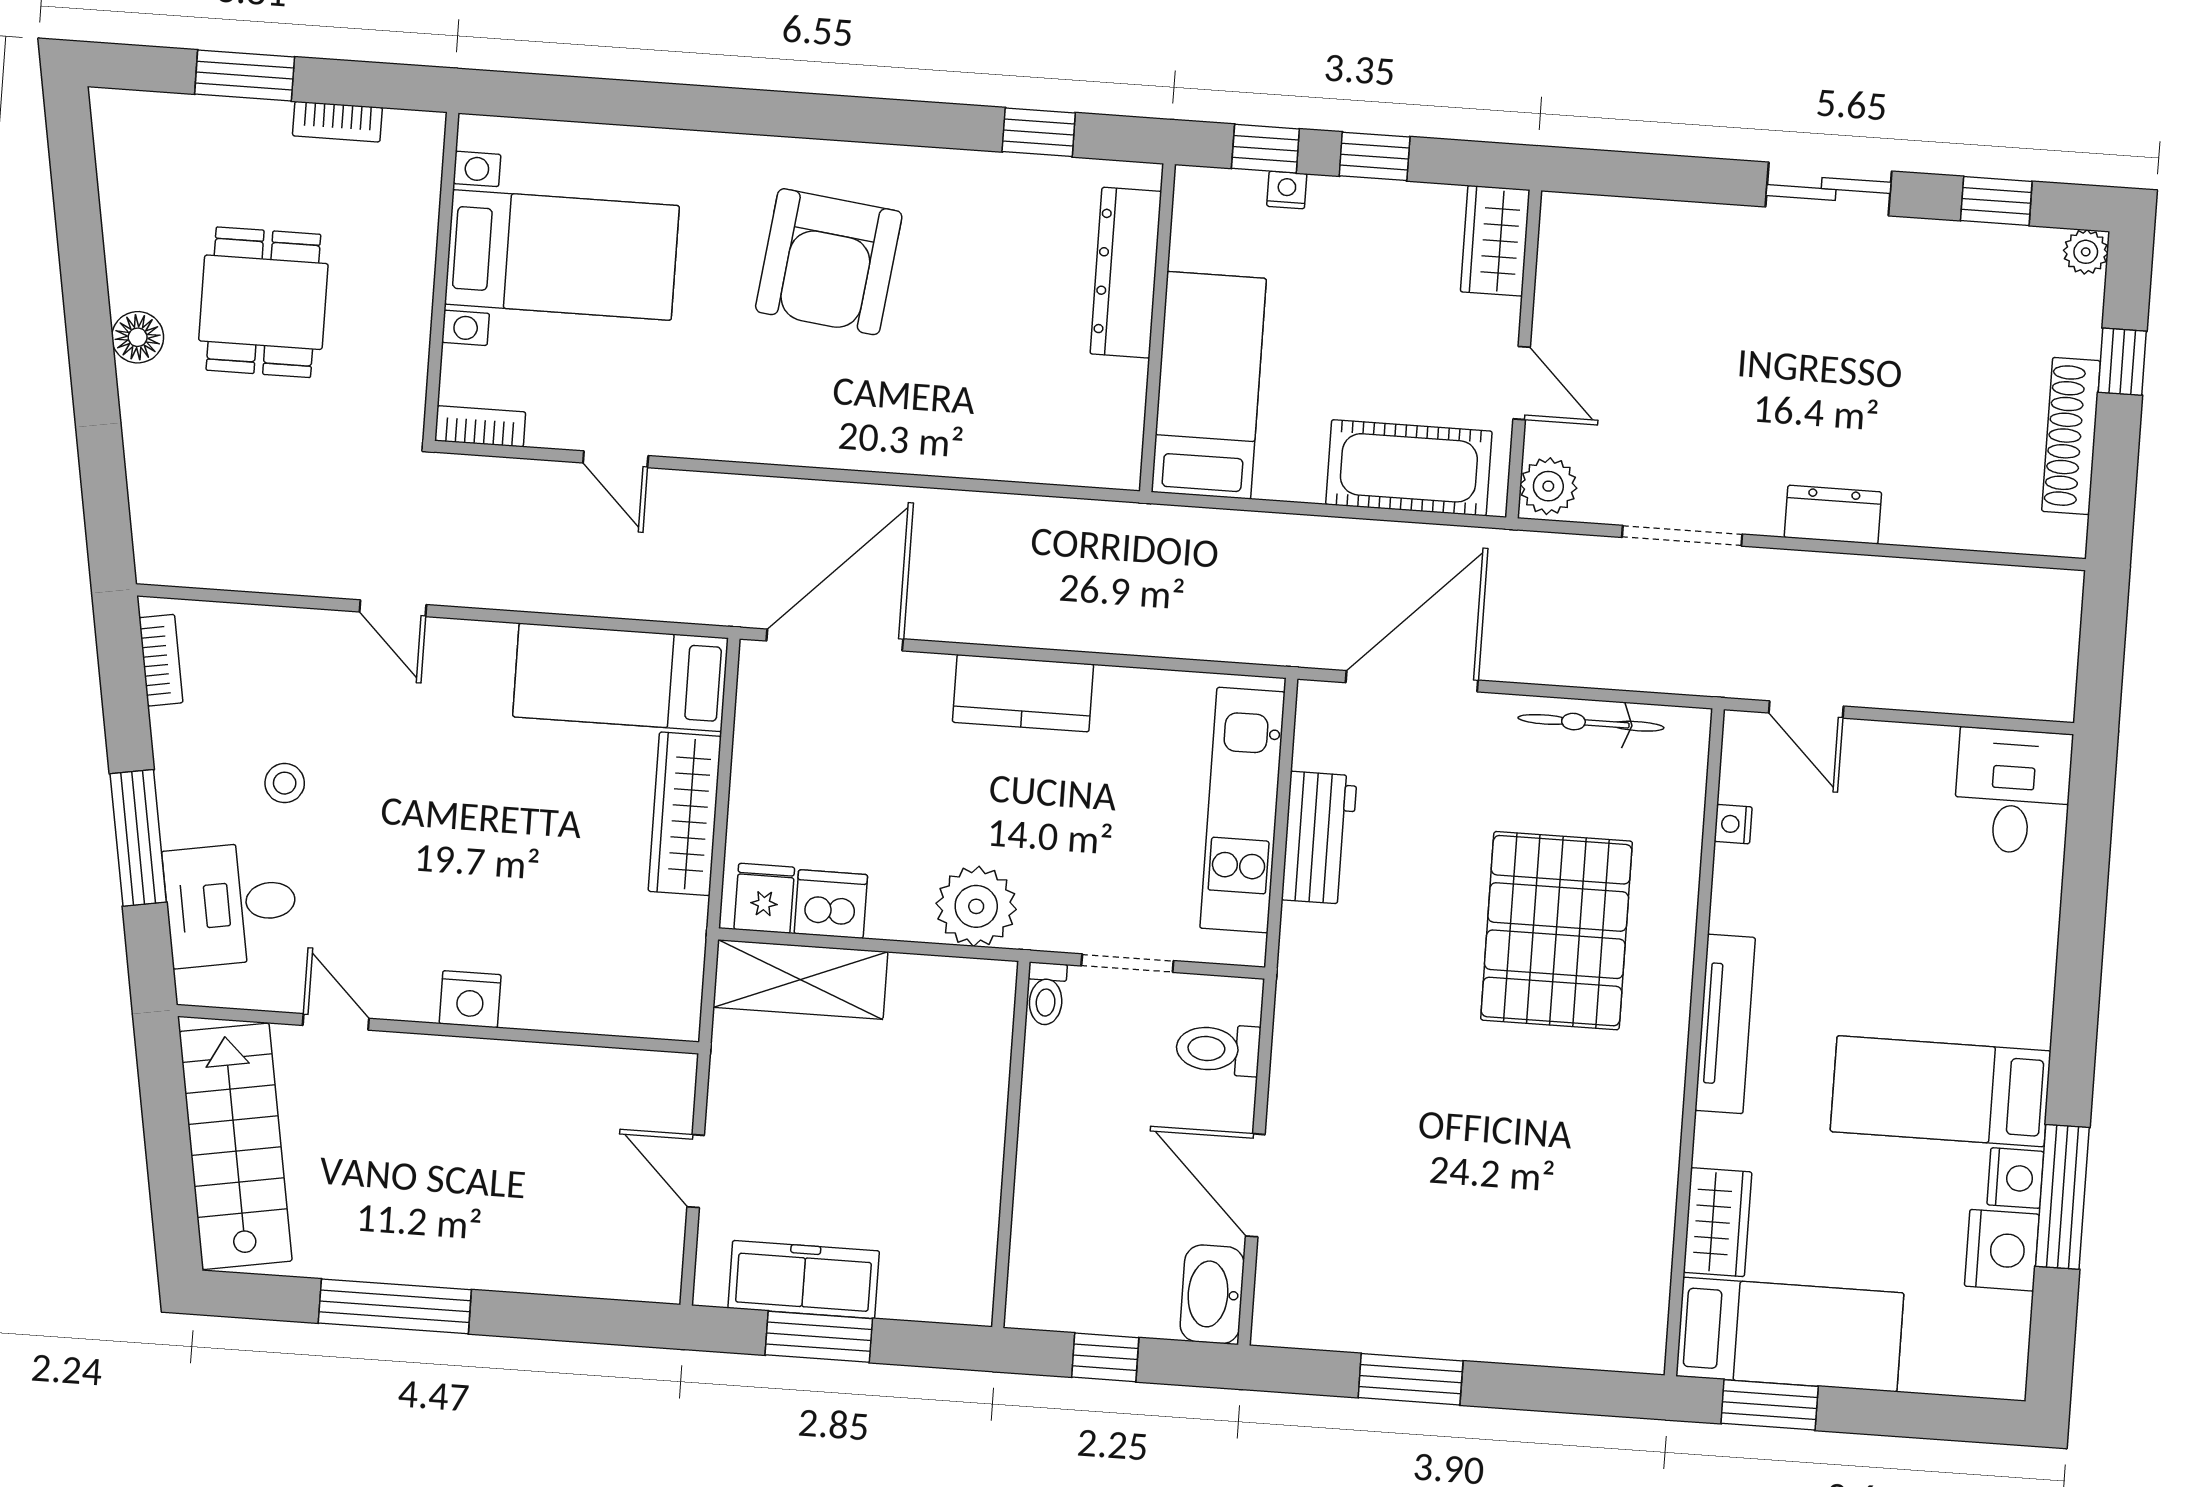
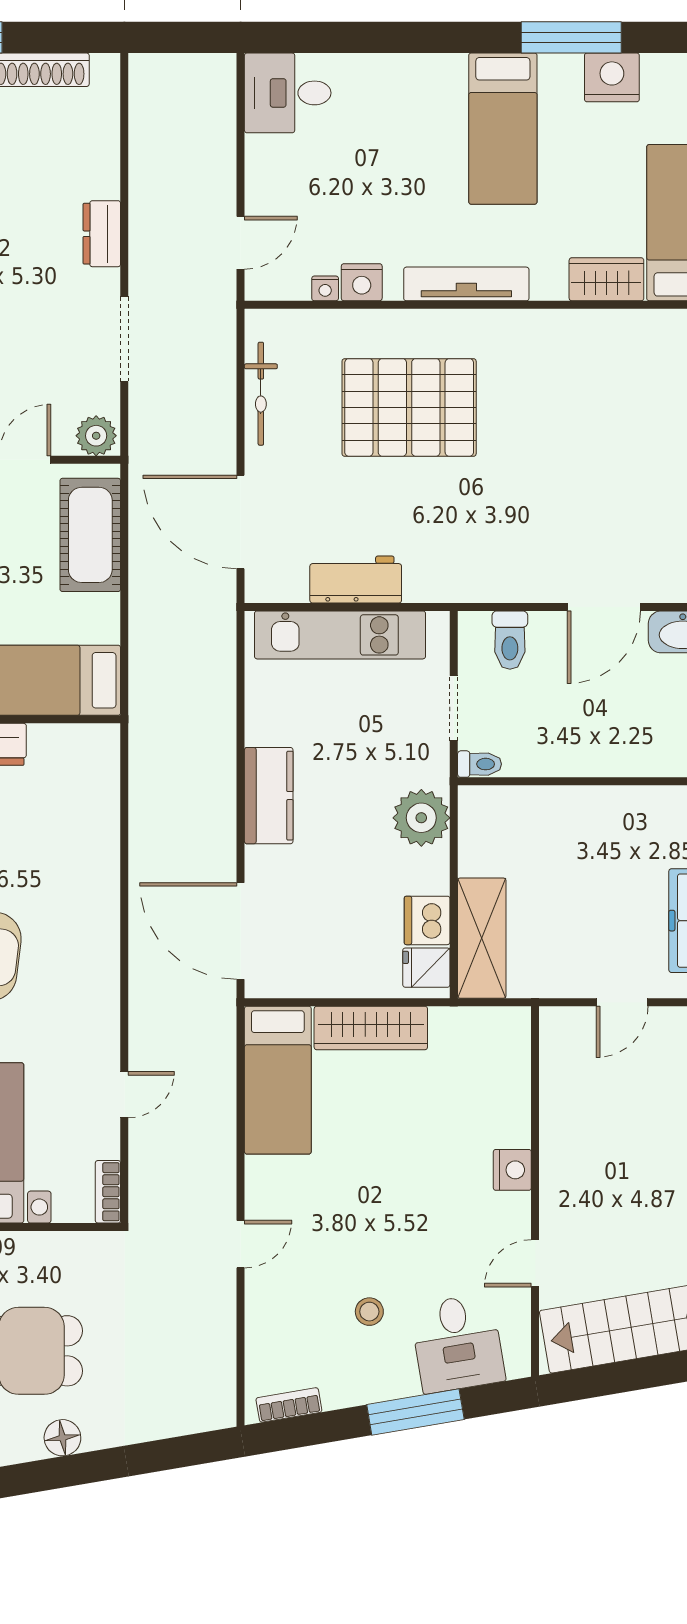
nightstand: (2015, 1178) -> (362, 282), moved, turned 180

